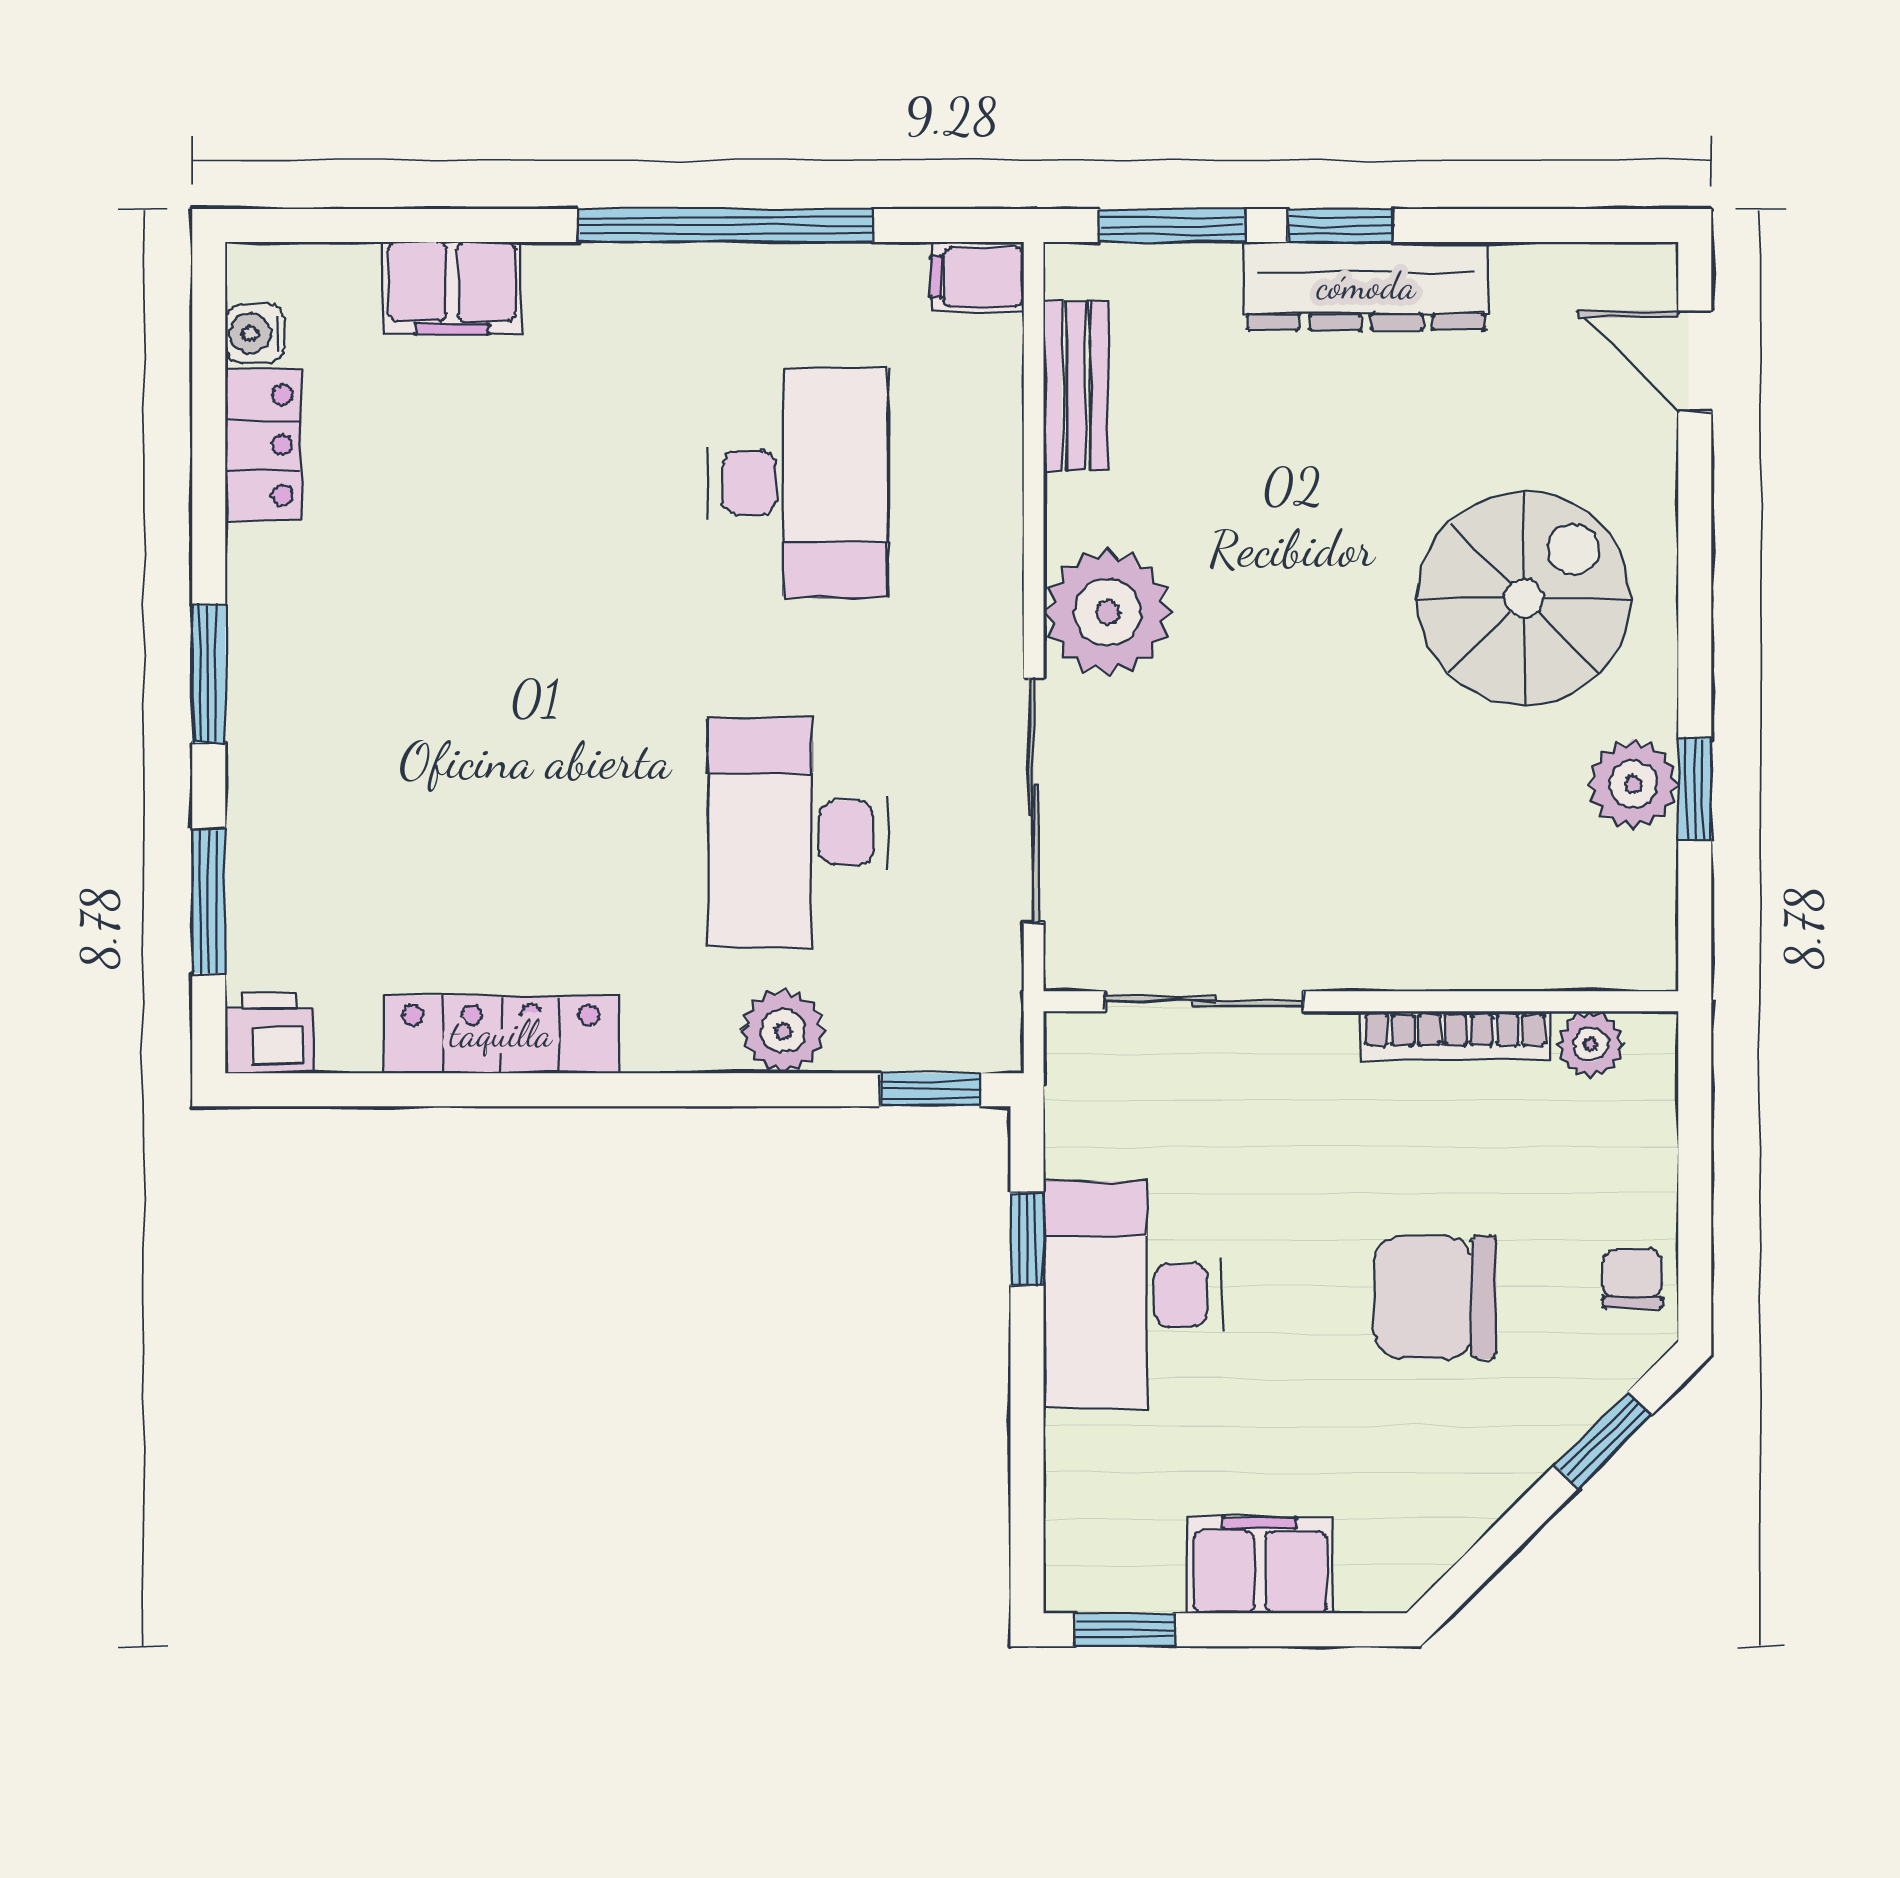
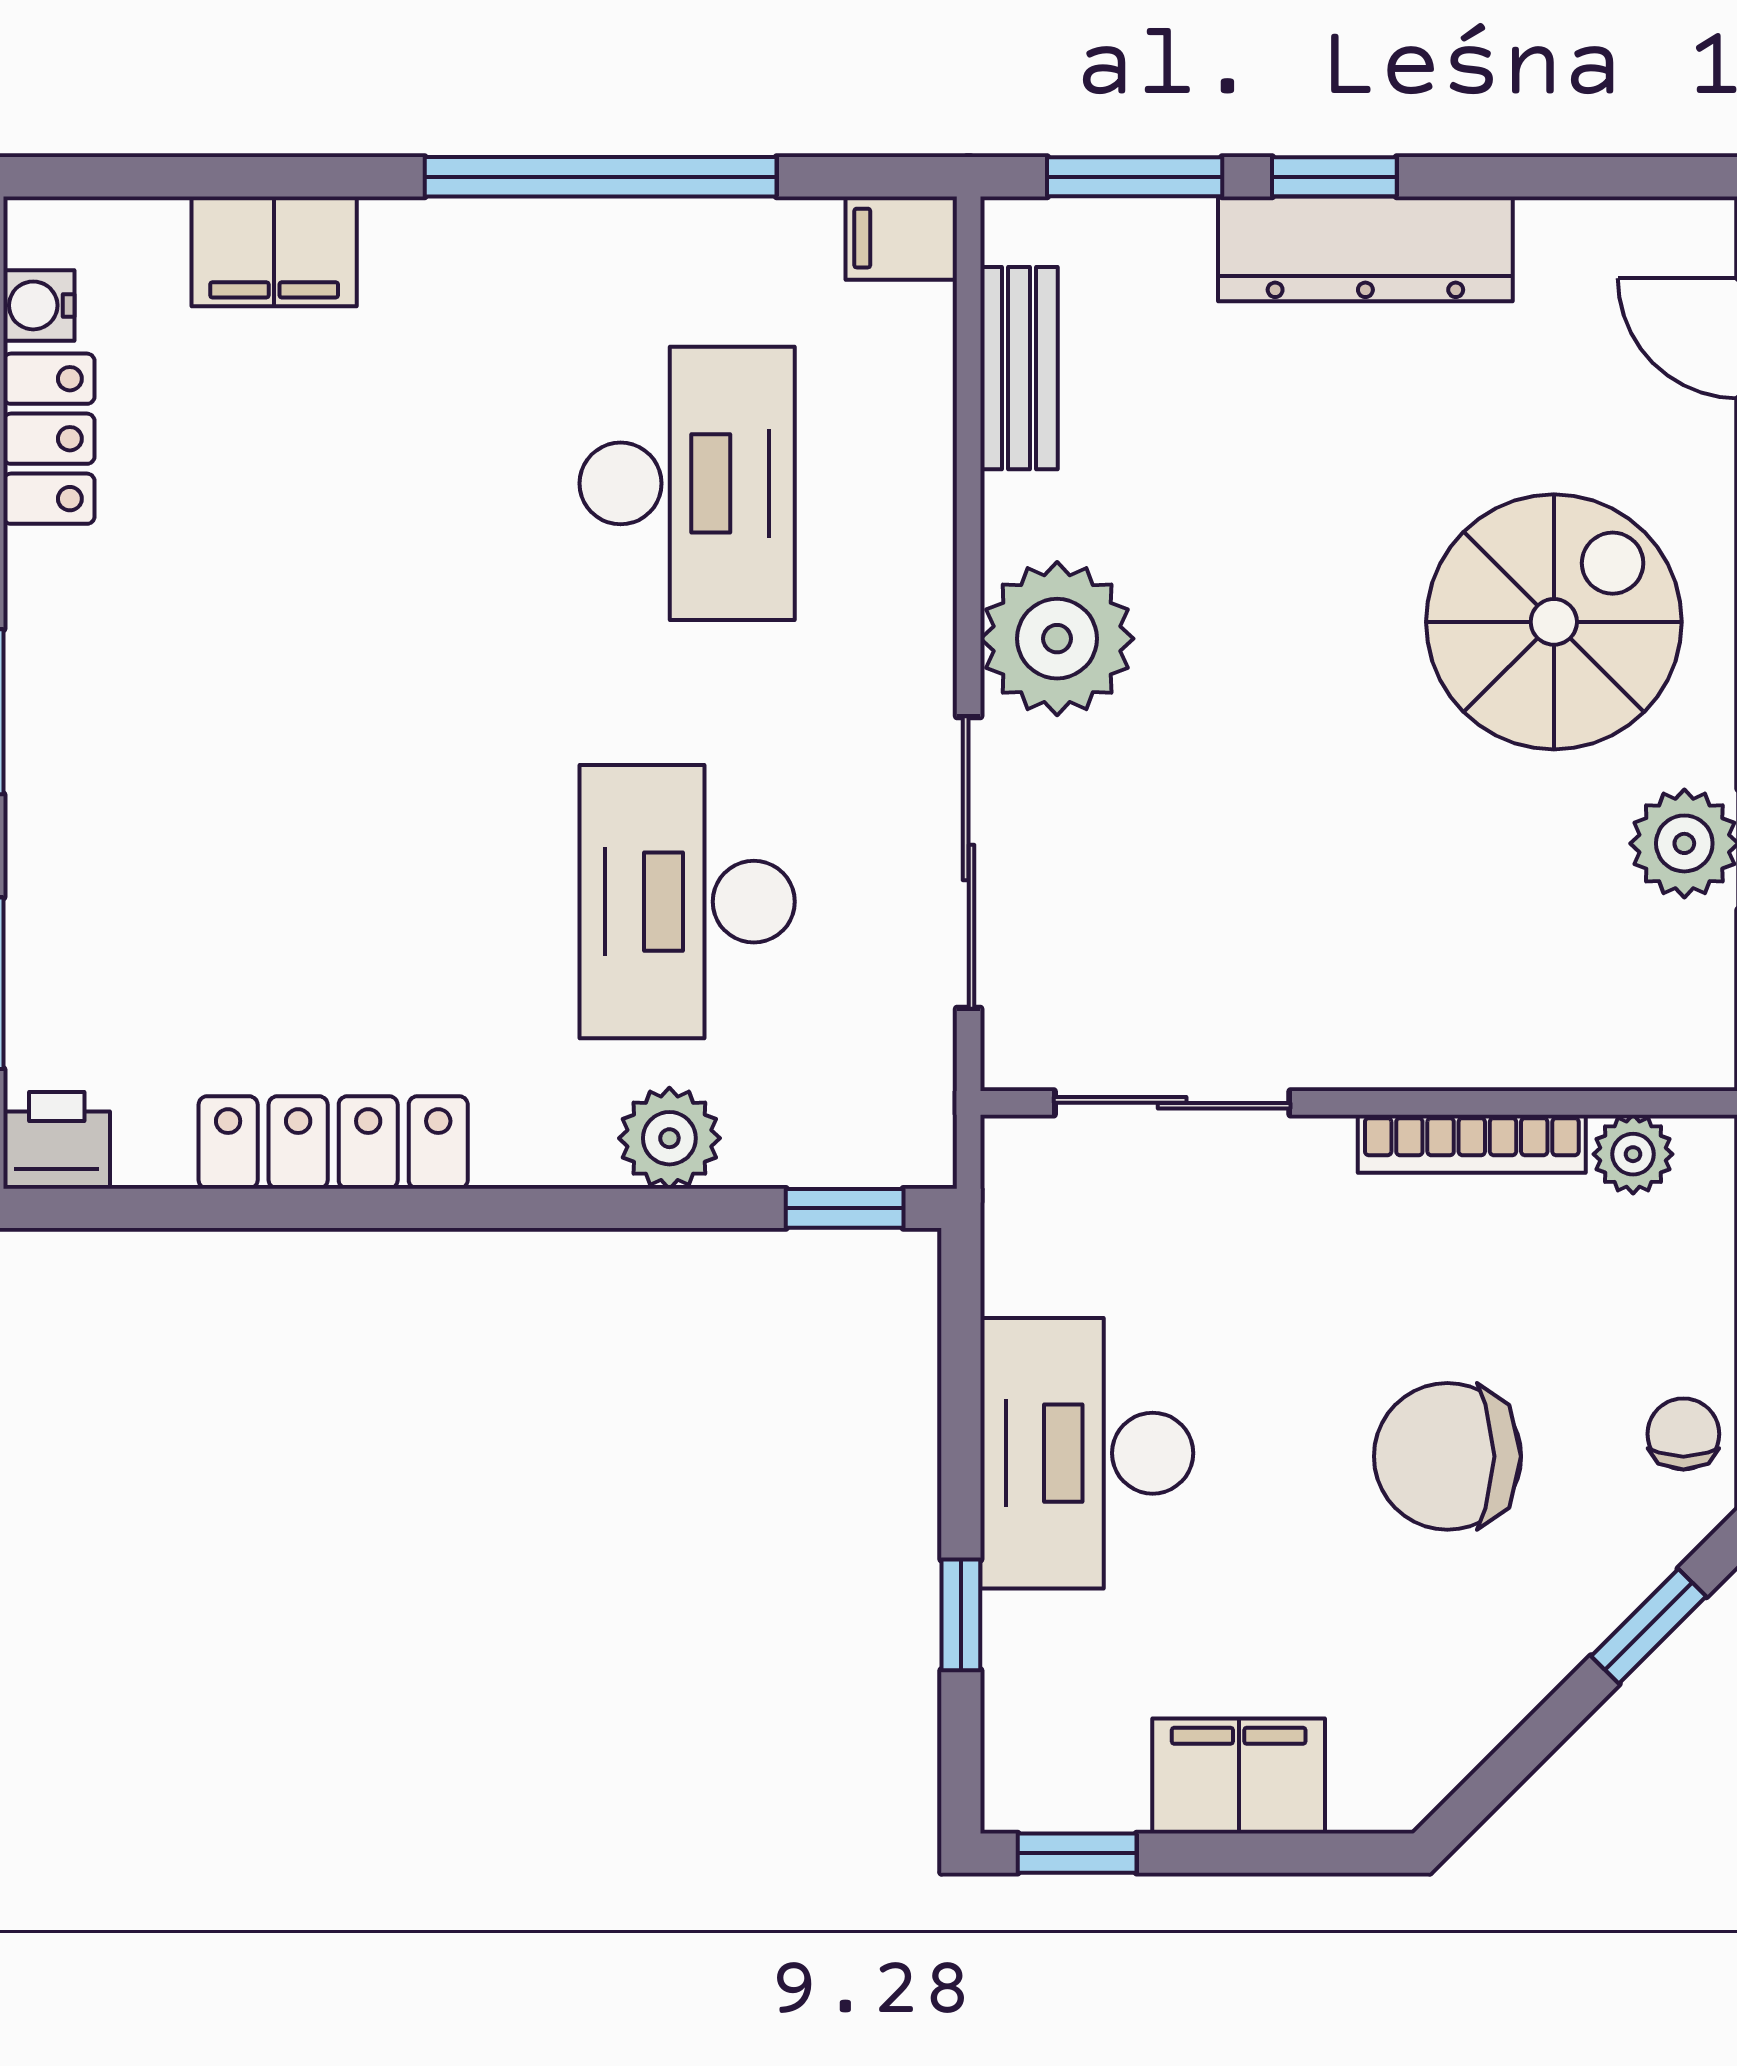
window: (1027, 1239) -> (961, 1615), moved

